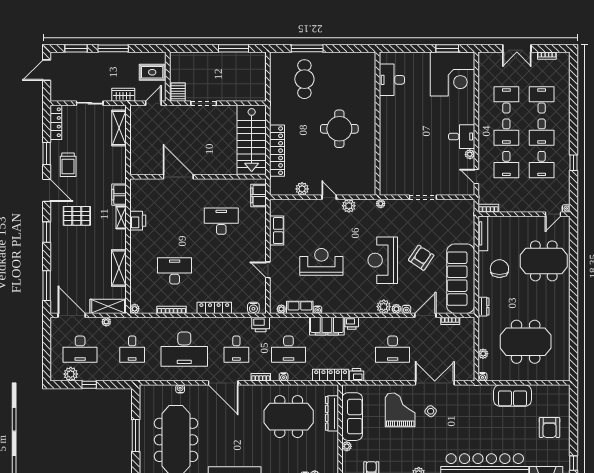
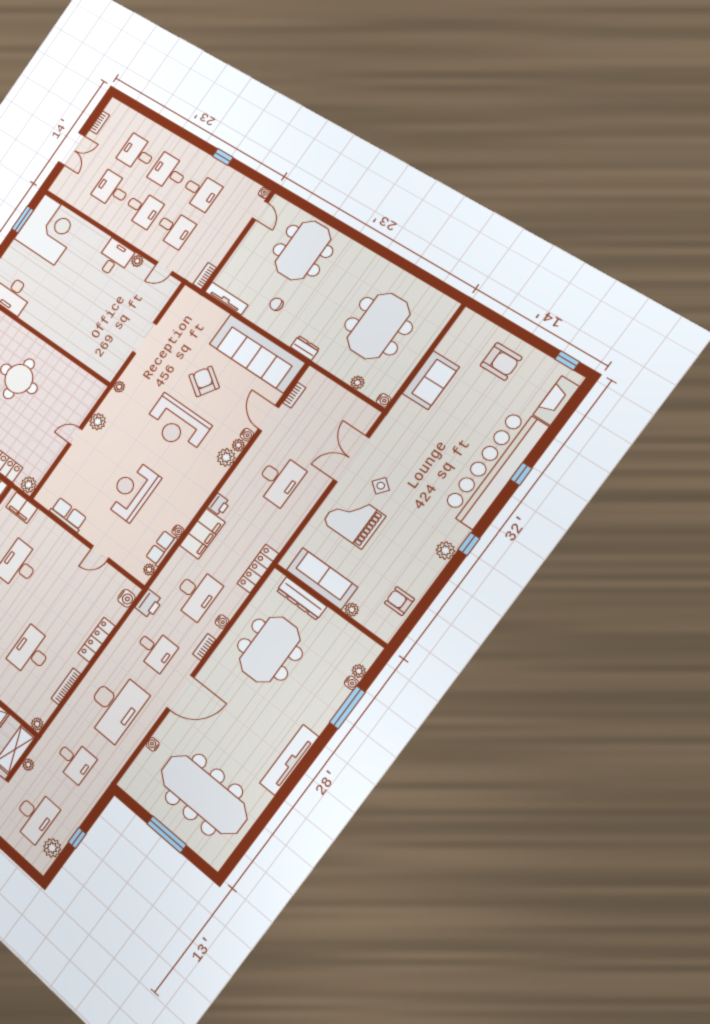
desk: (542, 132) -> (169, 172), turned 180
plant: (302, 189) -> (29, 485), moved
chair: (499, 269) -> (276, 304), width x0.54, depth x0.54
printer: (357, 375) -> (278, 540), removed

